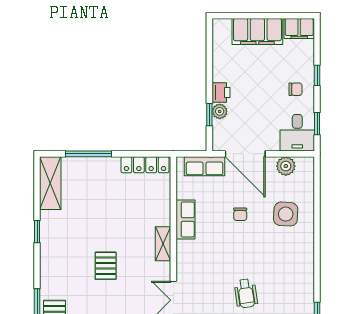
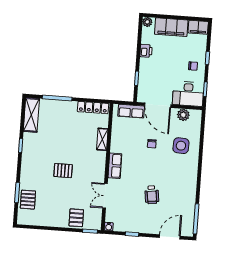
printer: (221, 93) -> (146, 51), moved
plant: (220, 111) -> (147, 22), moved
desk: (297, 133) -> (188, 94), width x1.37
row of seats: (185, 220) -> (115, 166), moved
shelving: (163, 244) -> (102, 139), moved
pallet: (106, 266) -> (63, 171), turned 90

